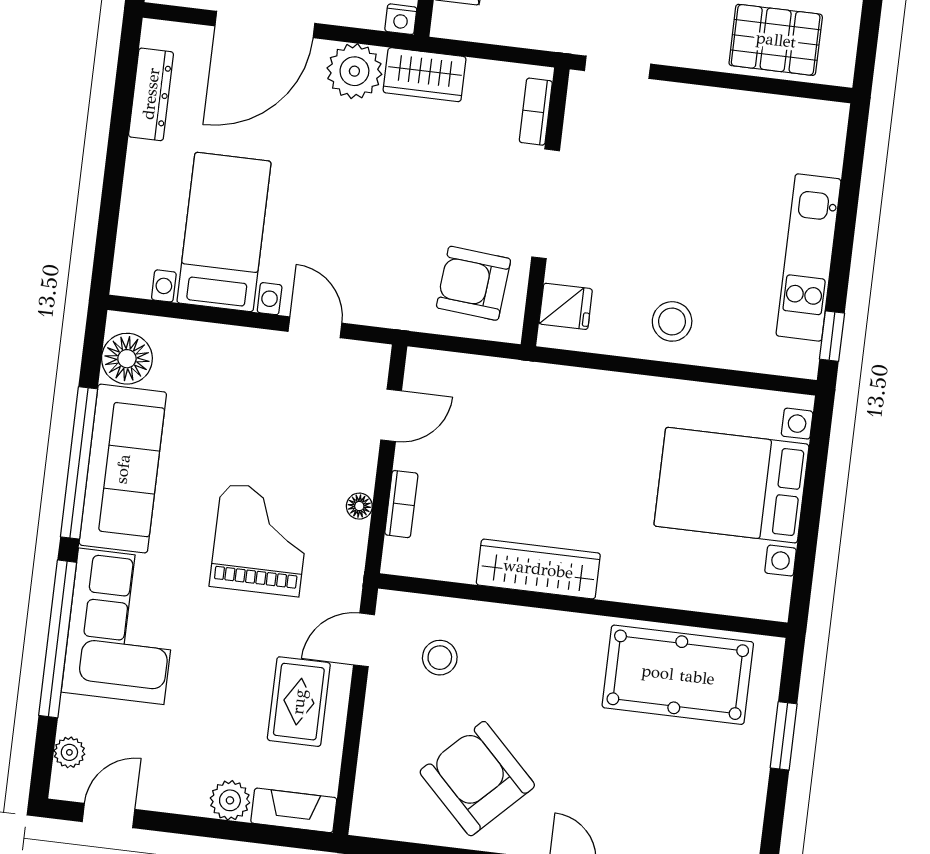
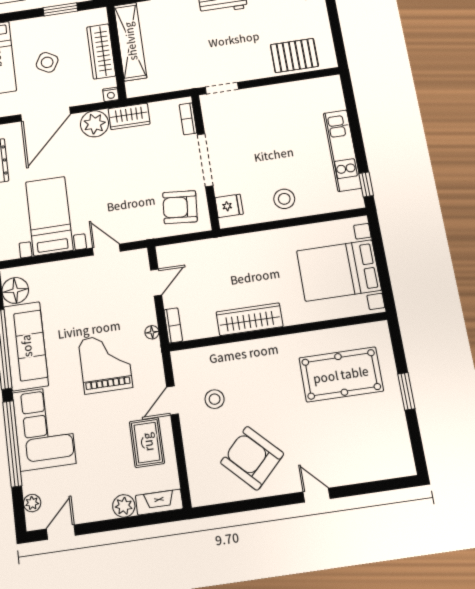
wardrobe: (538, 569) -> (250, 319), moved
wall: (583, 606) -> (278, 332), moved

